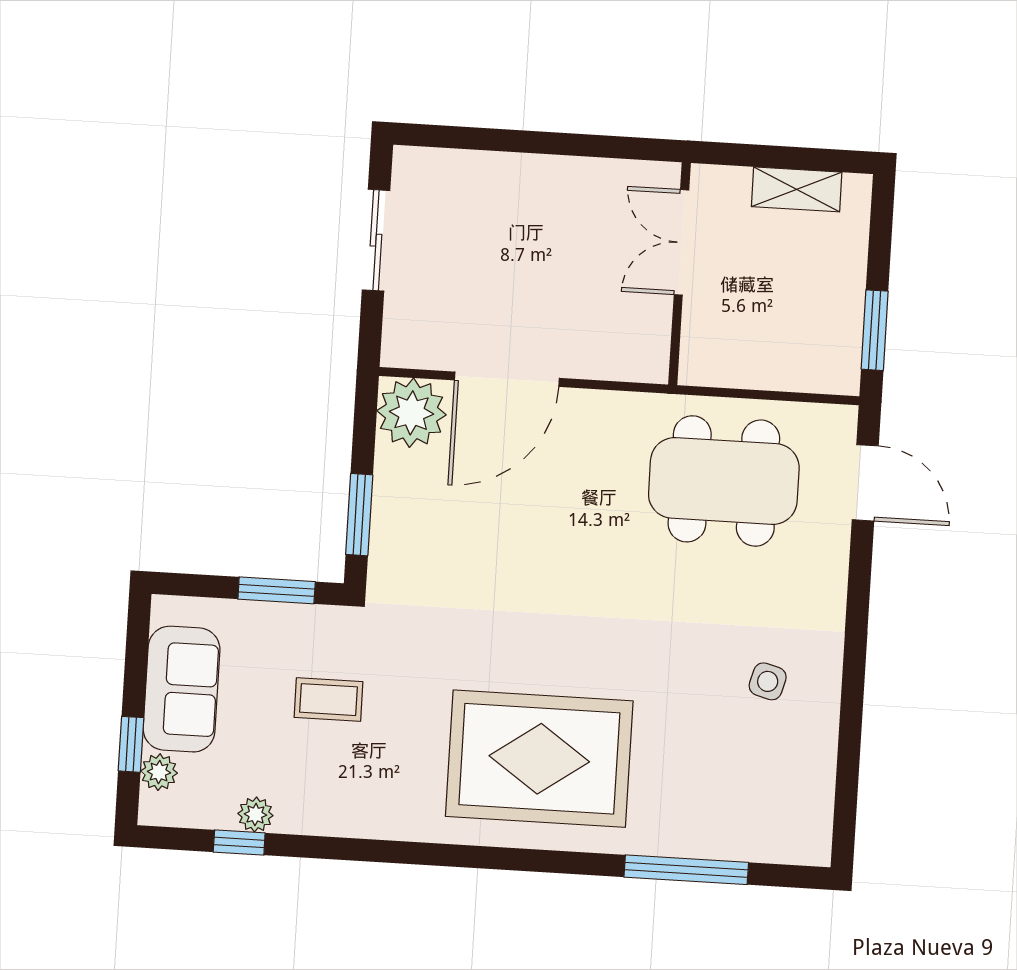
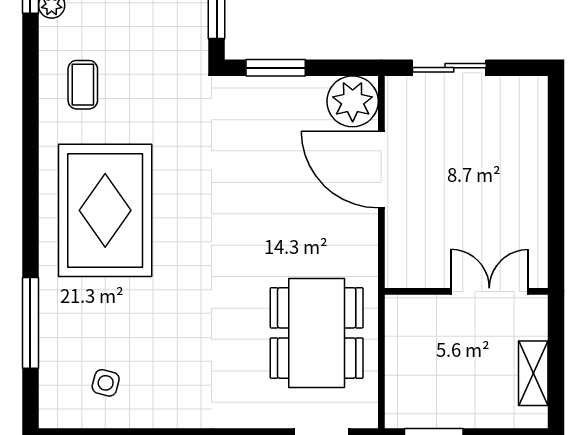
sliding door: (376, 240) -> (449, 68), moved
side table: (768, 681) -> (106, 383), moved
coffee table: (329, 700) -> (83, 85), moved

